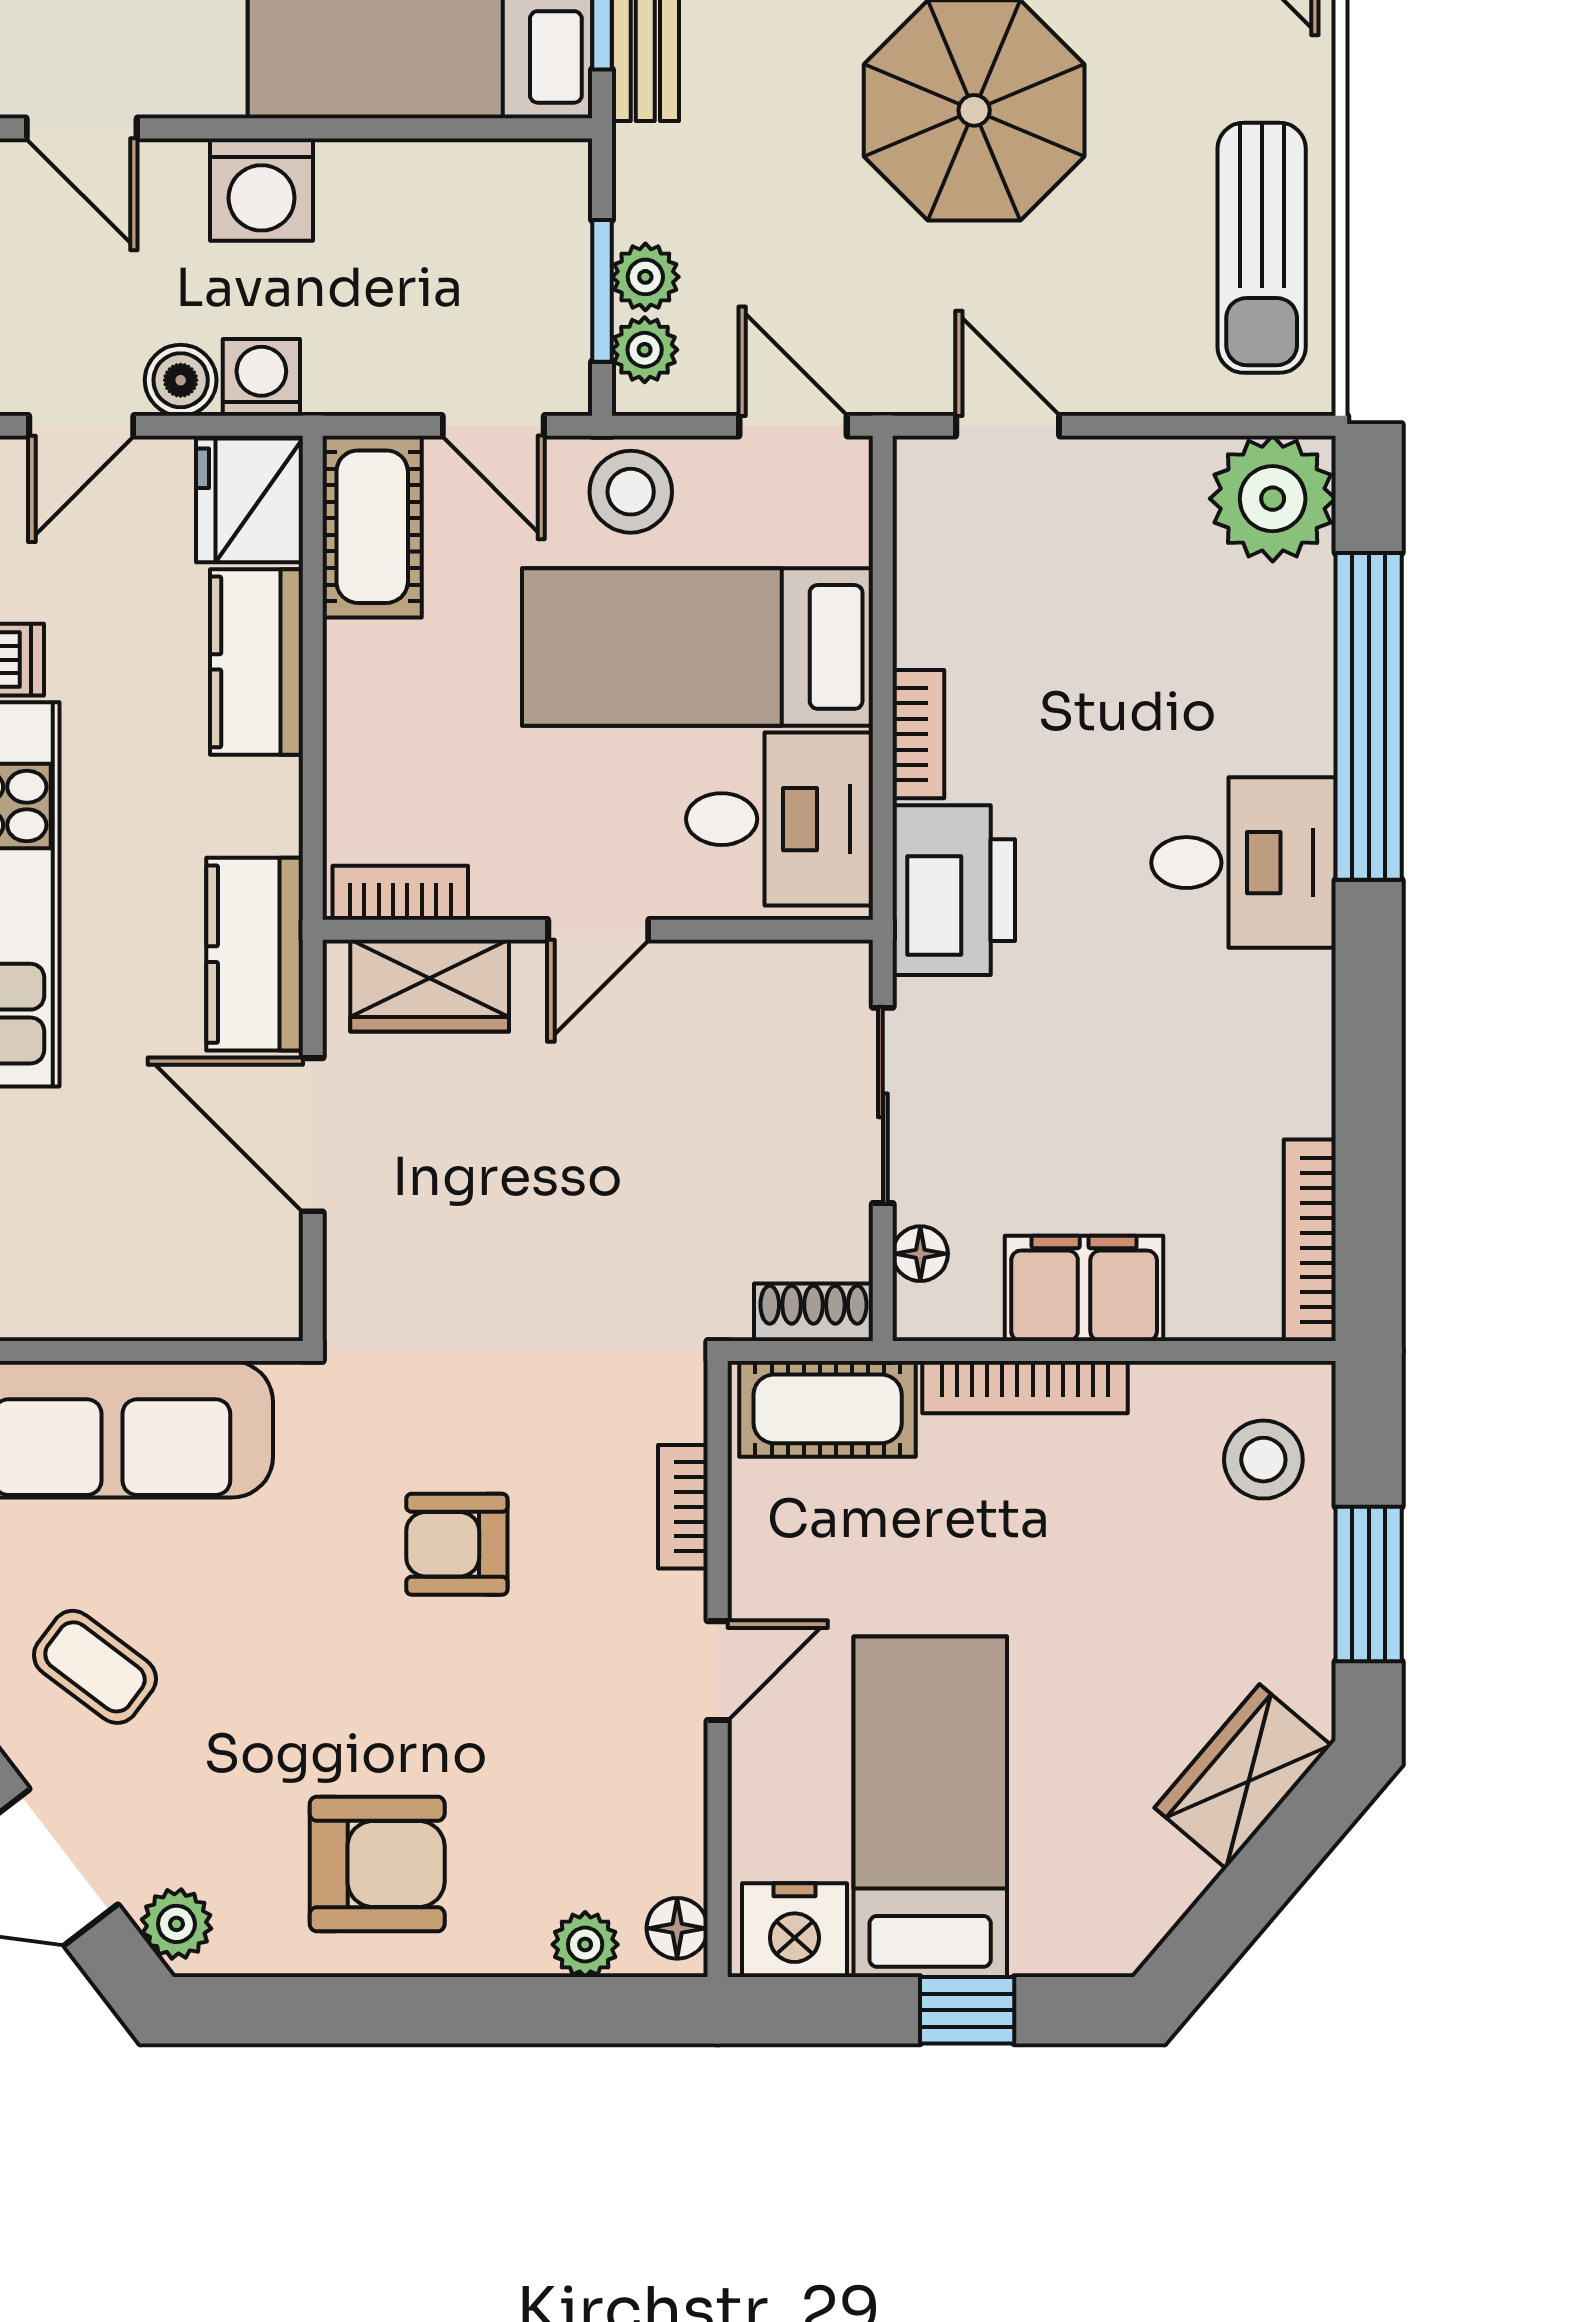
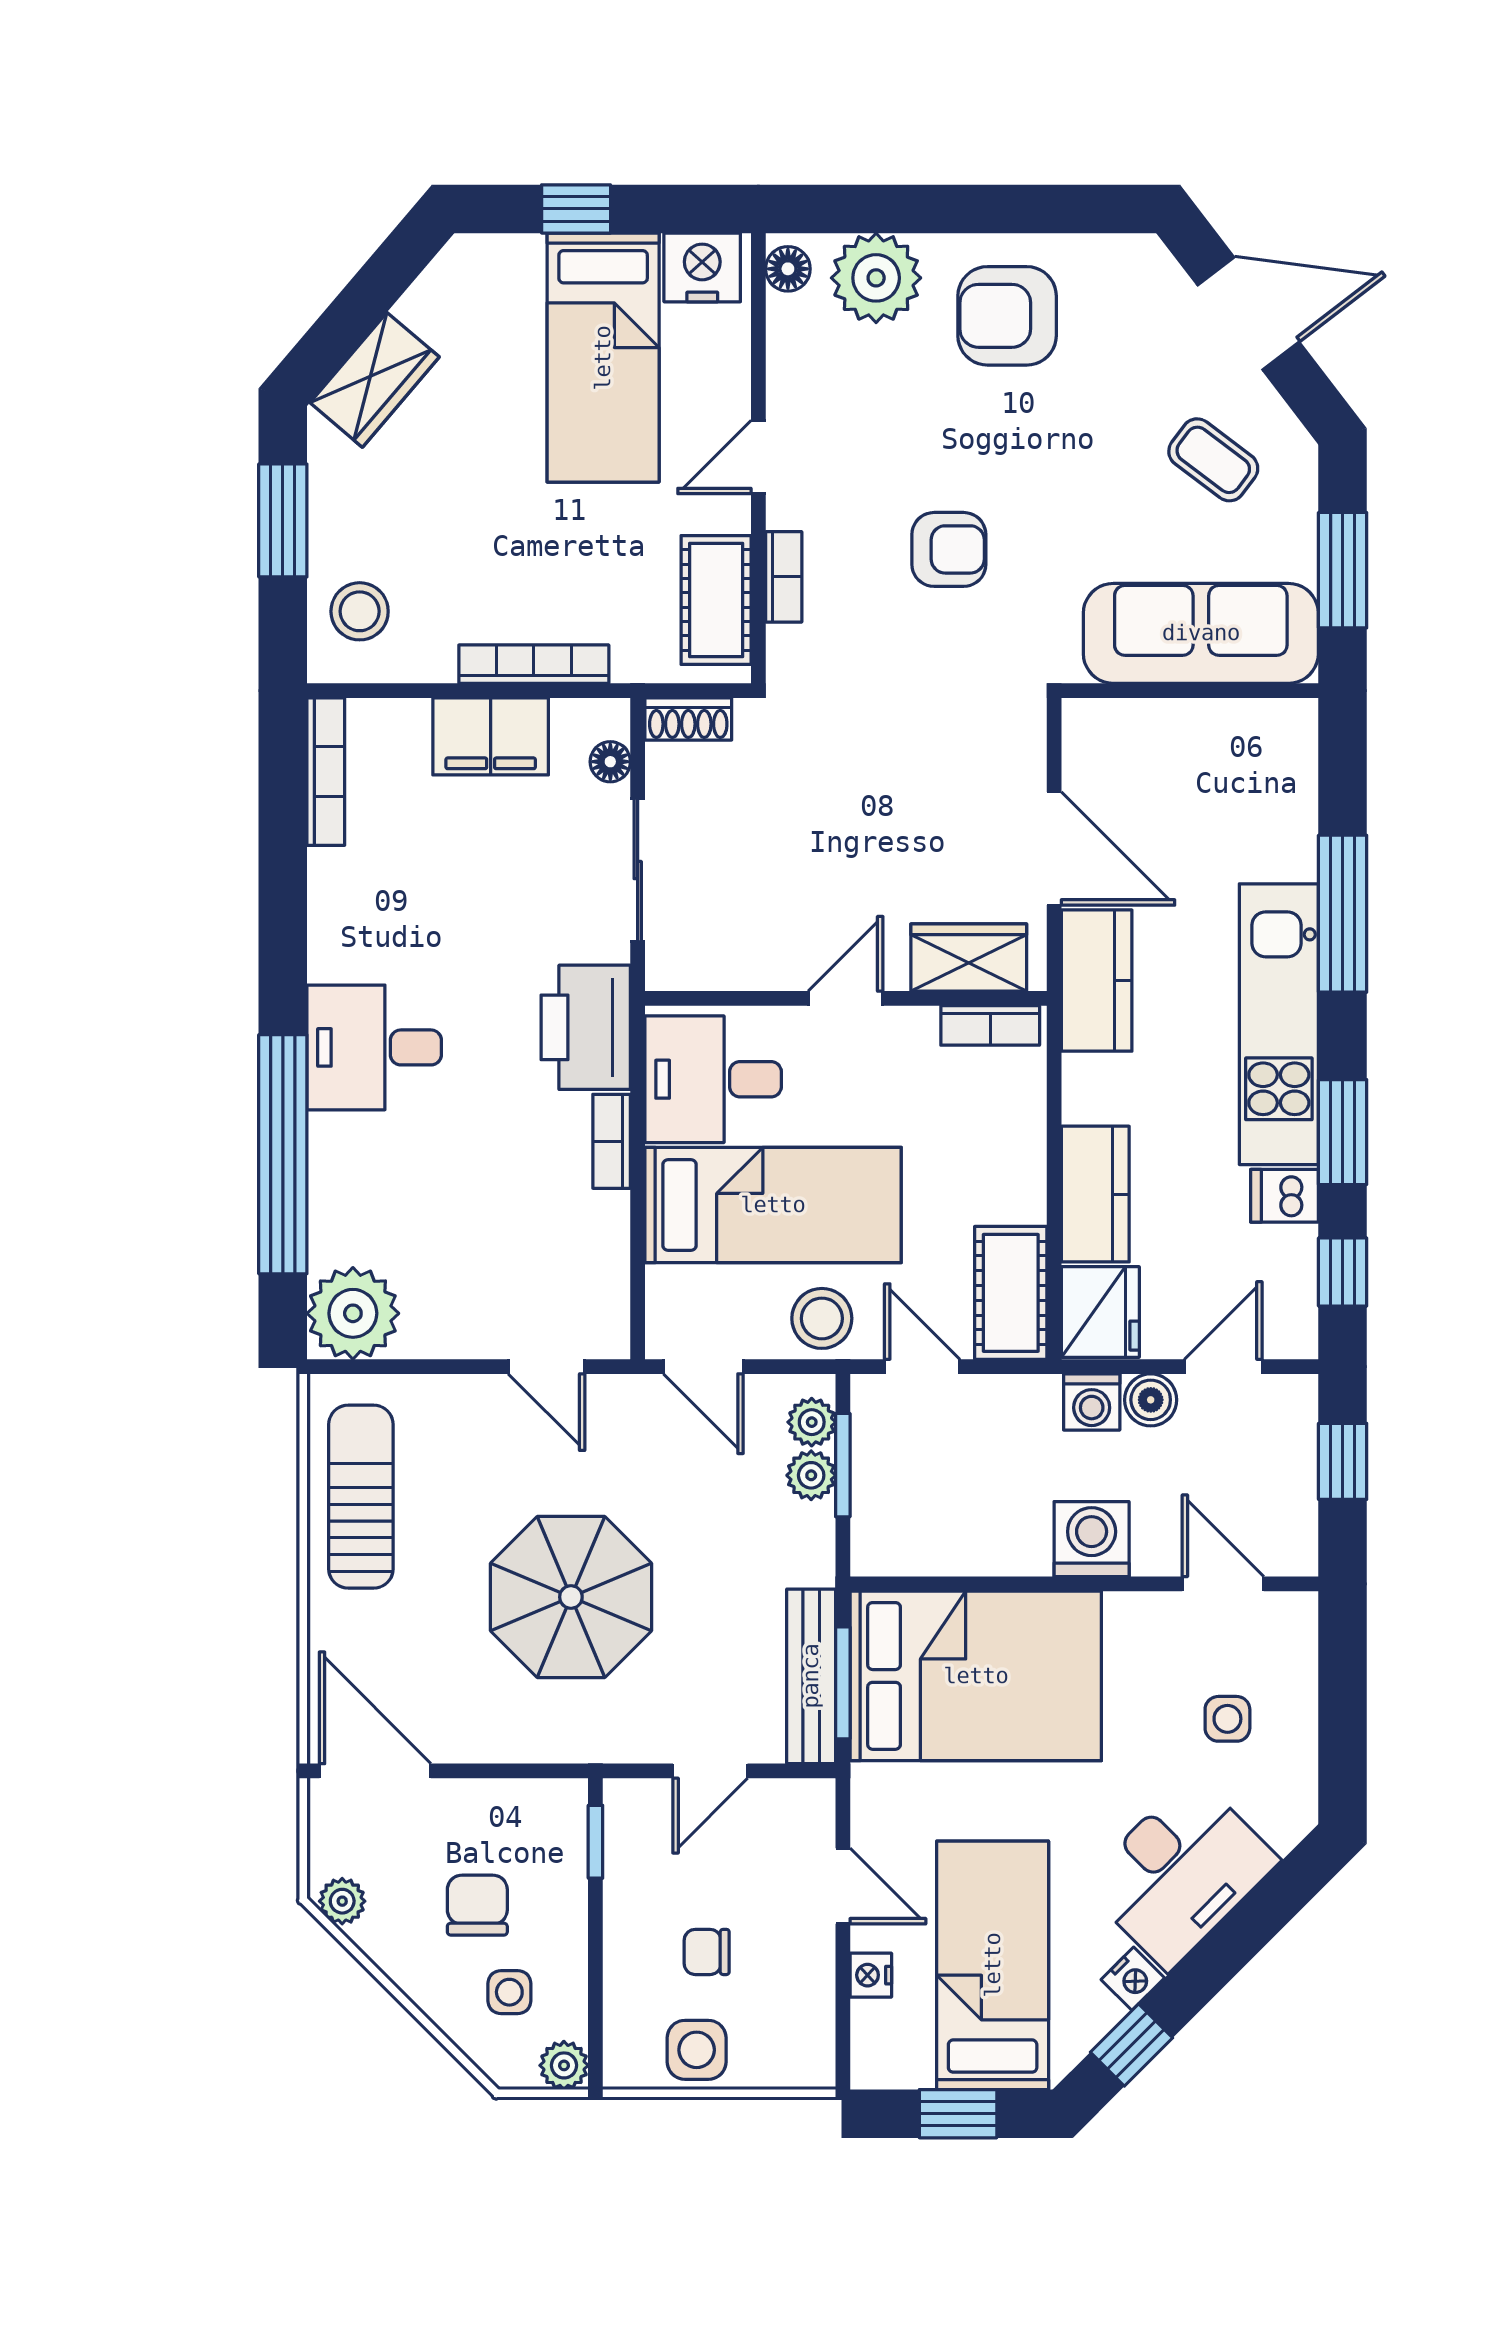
cot: (828, 1409) -> (716, 600), moved, turned 90
plant: (176, 1924) -> (1154, 272), removed
plant: (585, 1945) -> (876, 278), width x1.88, depth x1.88

